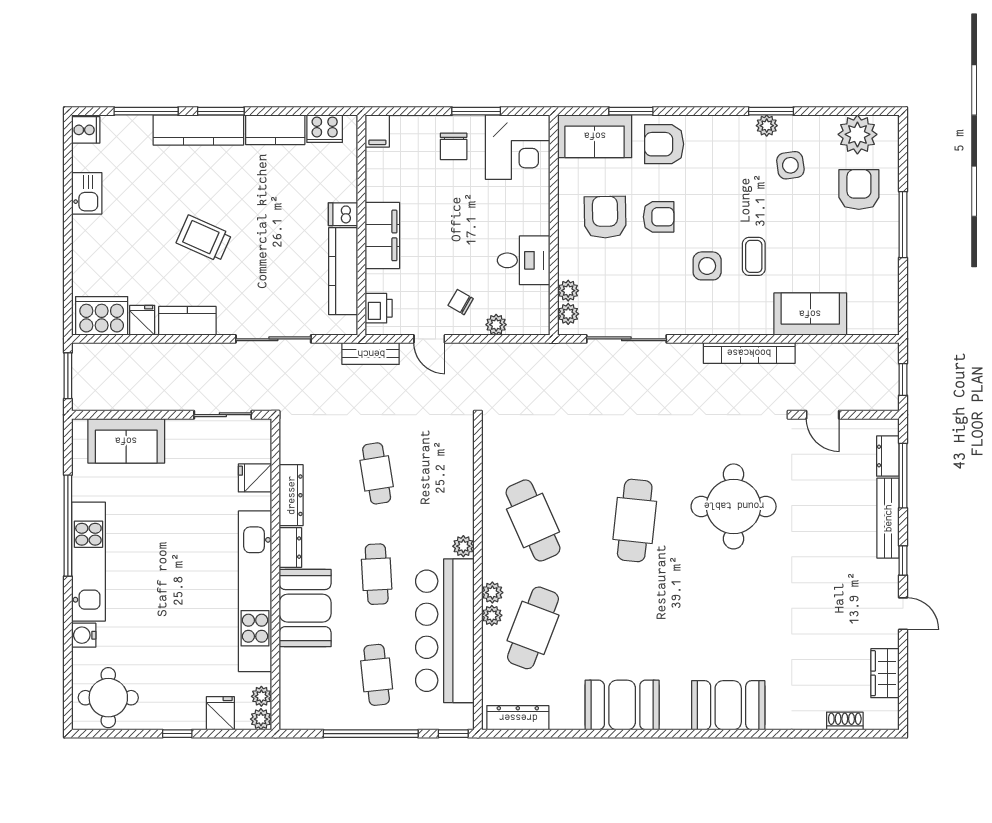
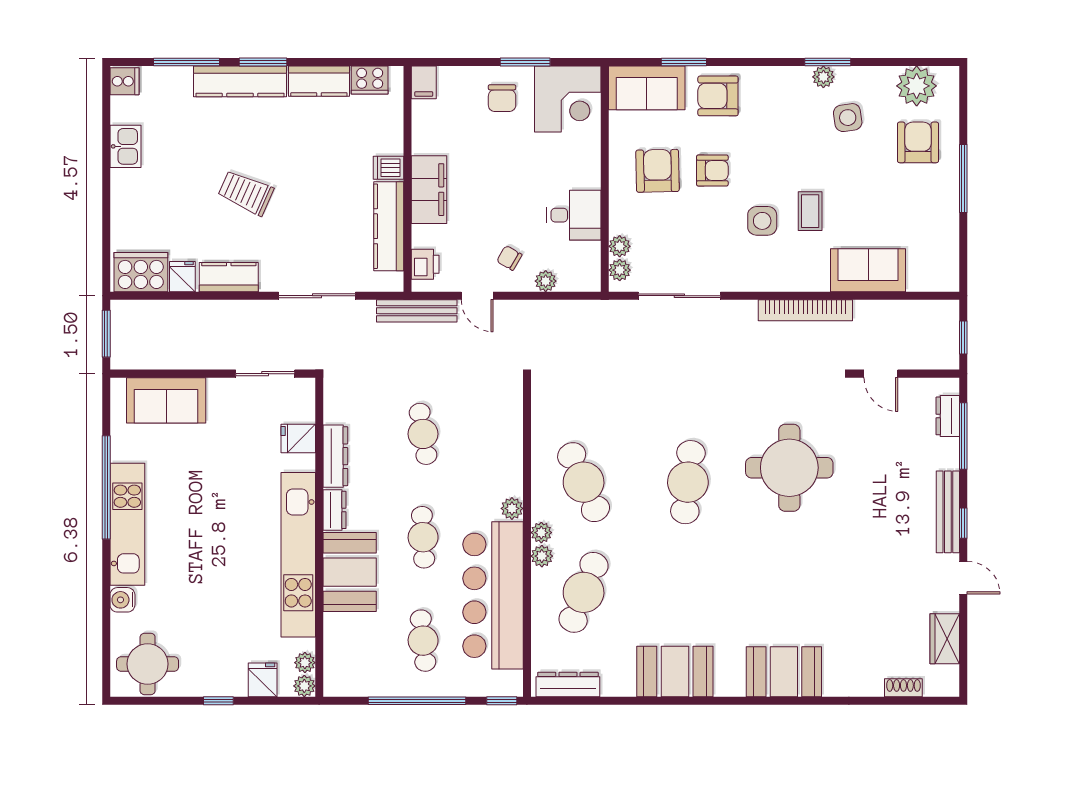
bench: (371, 354) -> (417, 311), width x1.36
bench: (888, 518) -> (948, 512), moved
plant: (492, 615) -> (541, 533), moved

